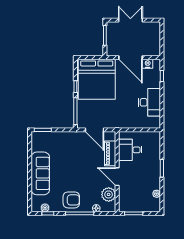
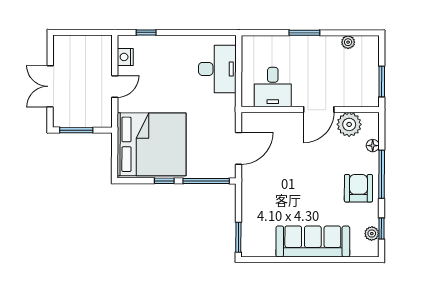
door: (130, 58) -> (115, 86), width x0.53
desk: (150, 102) -> (217, 69), moved, turned 90
piano: (110, 153) -> (279, 122), removed

